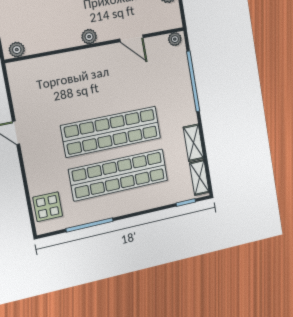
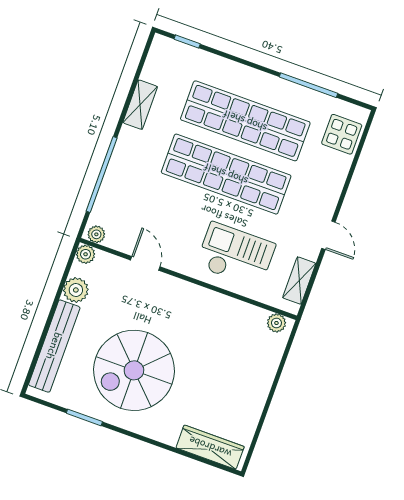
plant: (89, 37) -> (86, 254), moved
checkout: (73, 80) -> (236, 255), added
shelving: (199, 178) -> (299, 281), moved

